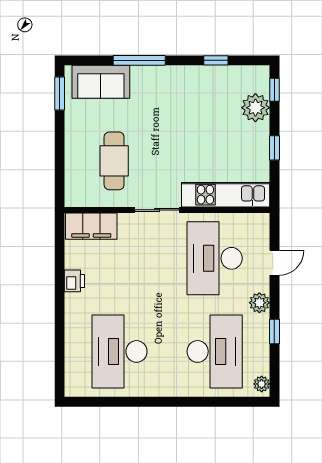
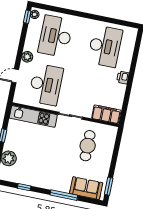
printer: (74, 281) -> (123, 77), moved
window: (274, 332) -> (27, 17), moved

